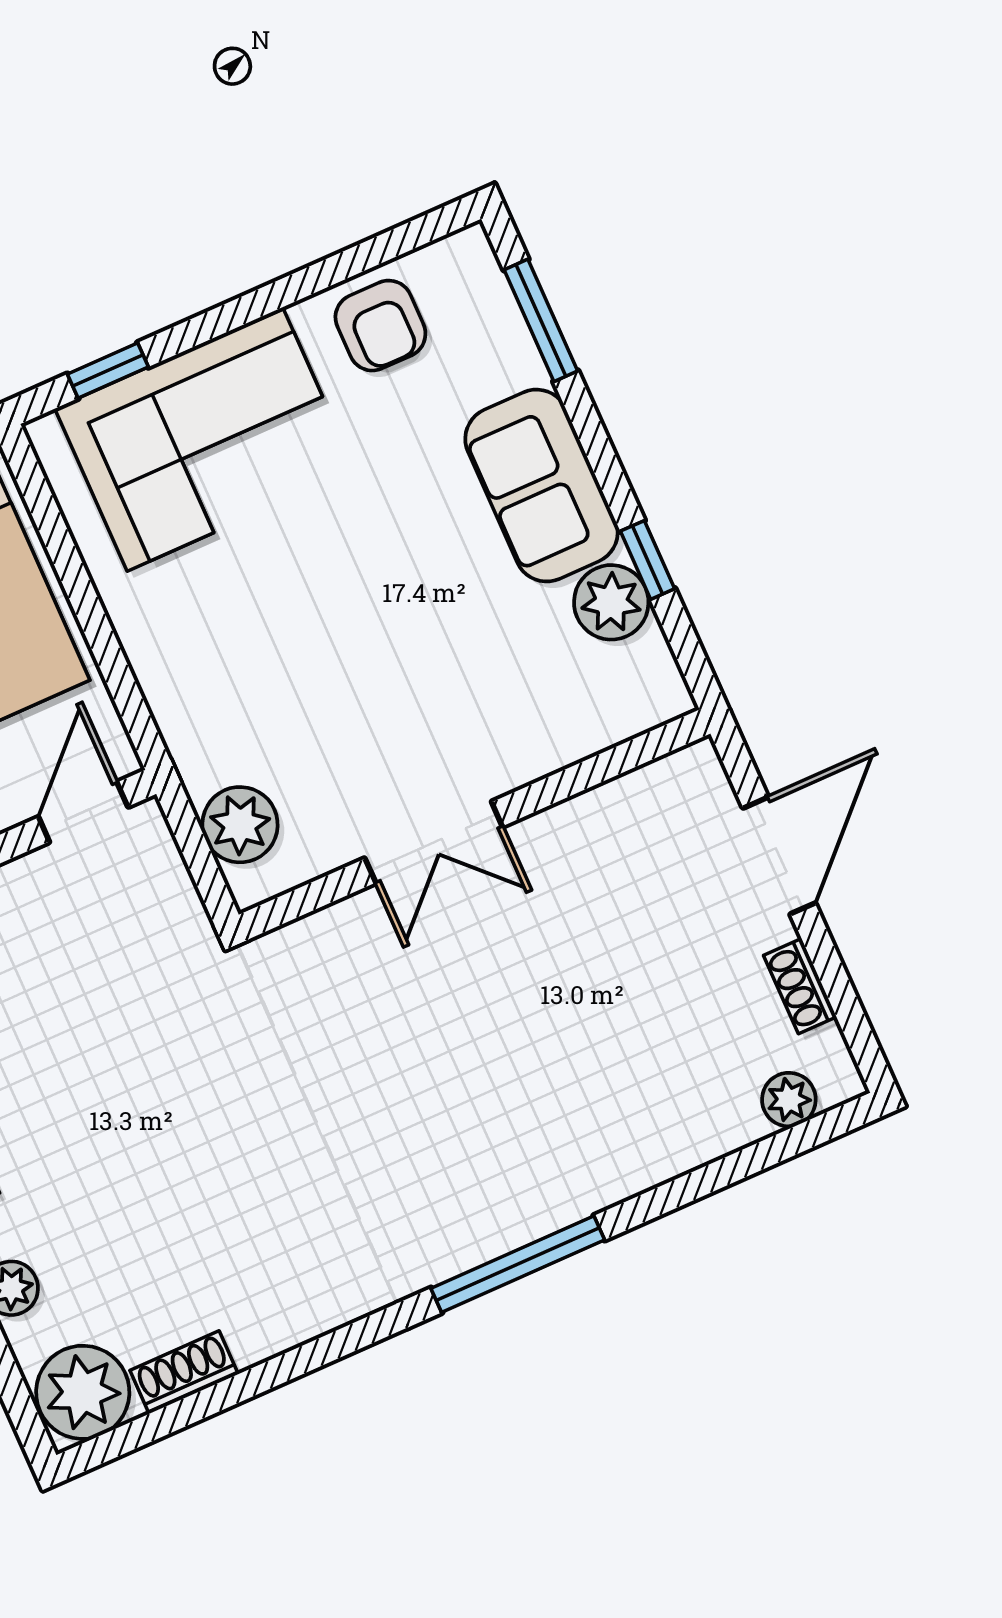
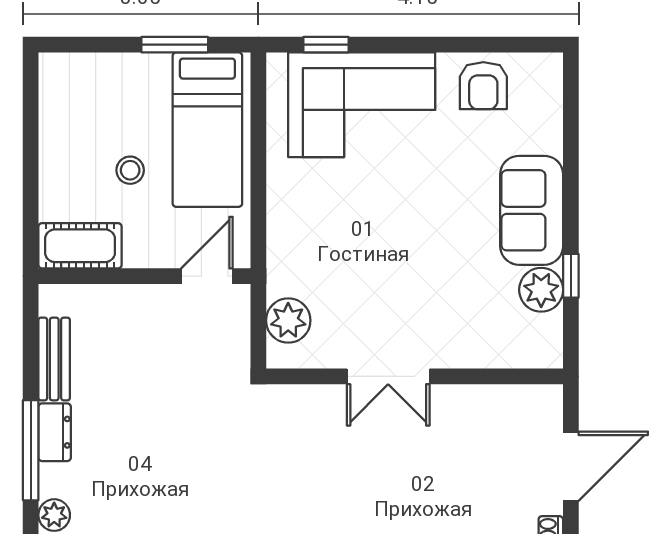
window: (541, 320) -> (571, 121), removed

